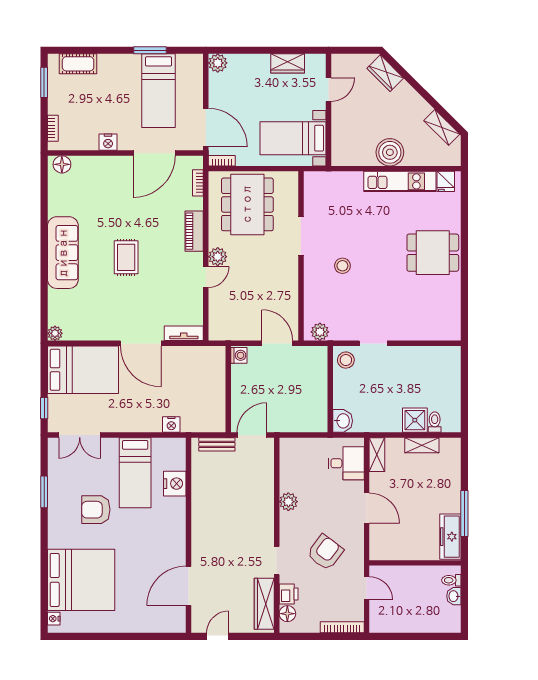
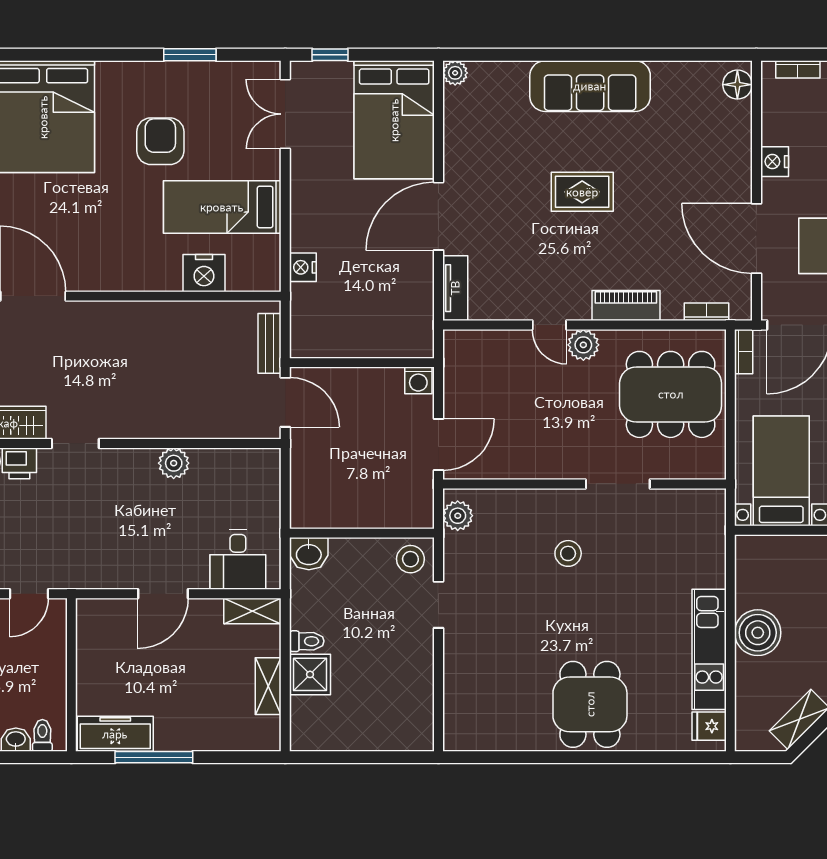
toilet: (435, 422) -> (307, 641), moved
armchair: (325, 552) -> (89, 525), removed

